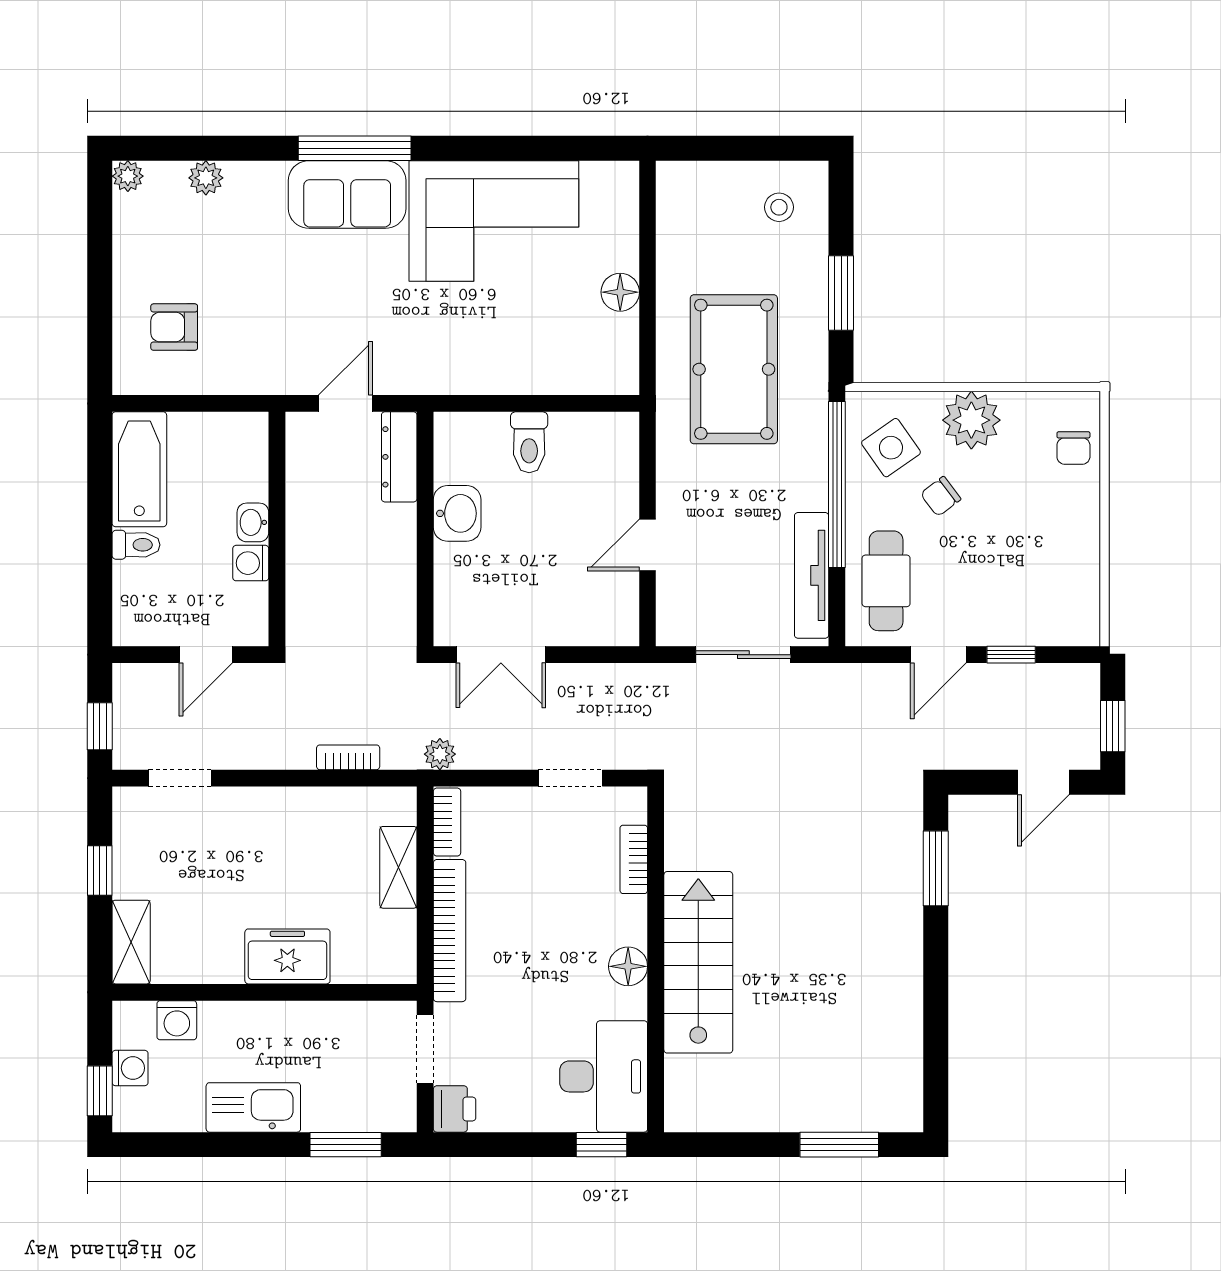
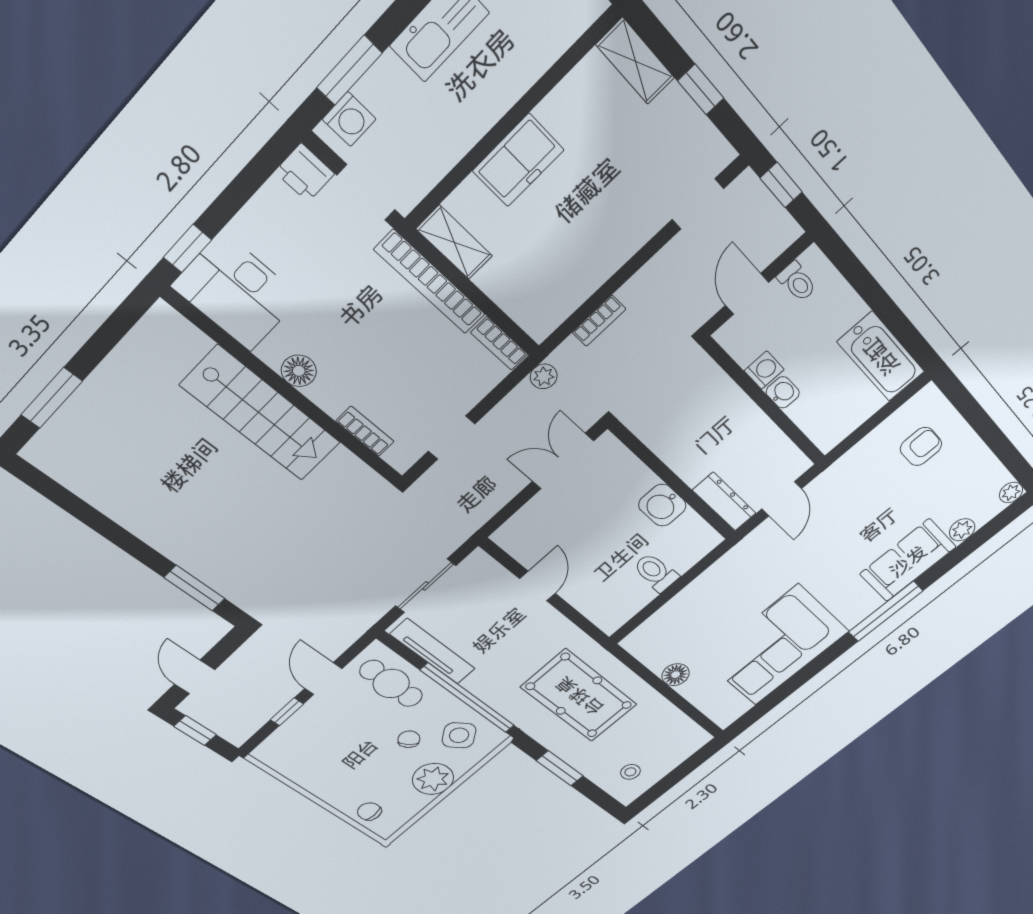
sofa: (347, 194) -> (908, 561), moved
toilet: (136, 545) -> (797, 282), moved, turned -90
shelving: (398, 867) -> (454, 242), moved
washing machine: (177, 1020) -> (349, 119), moved, turned 180

